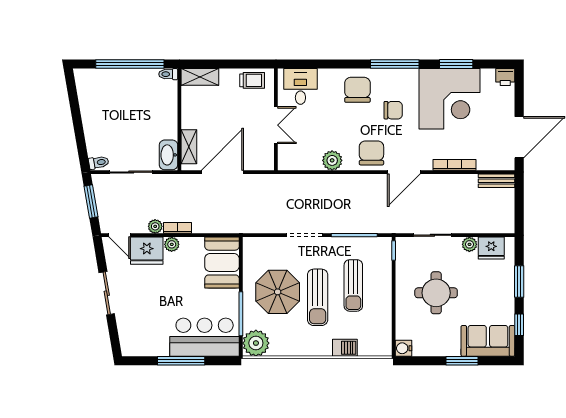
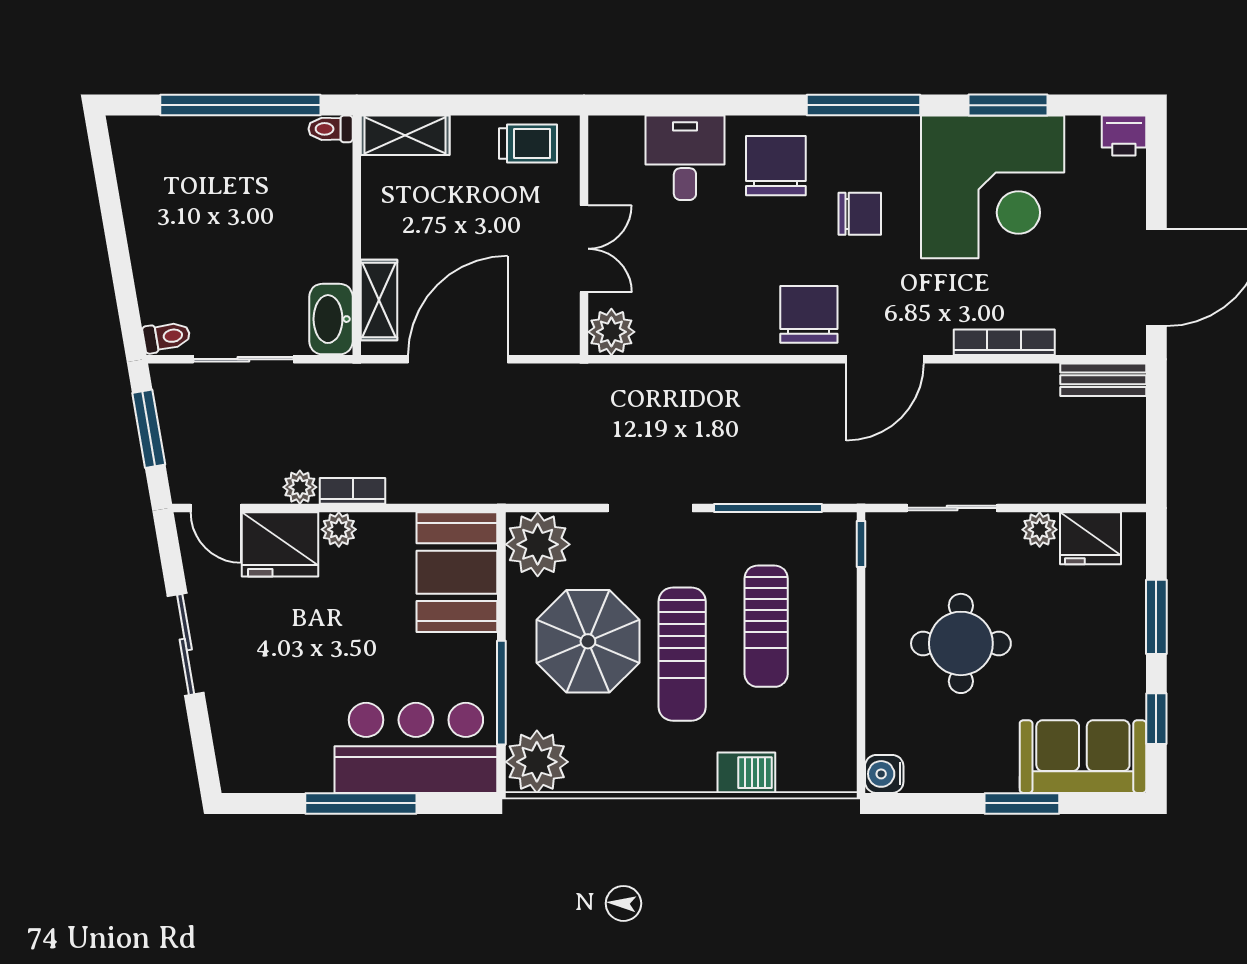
desk: (300, 86) -> (685, 158), moved
plant: (332, 160) -> (611, 332), moved
plant: (256, 251) -> (538, 544), added

